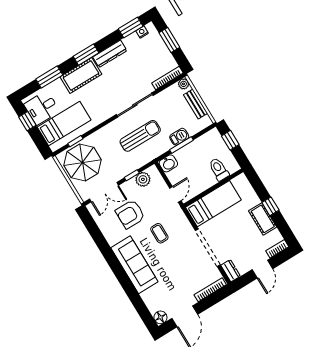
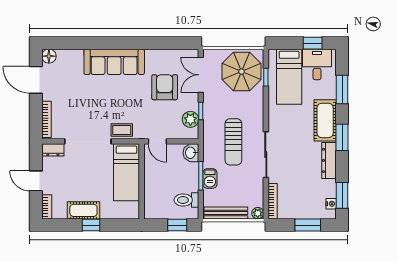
bench: (196, 104) -> (226, 213), width x1.36
toilet: (219, 169) -> (186, 200), moved, turned 180
coffee table: (159, 233) -> (122, 130), moved

